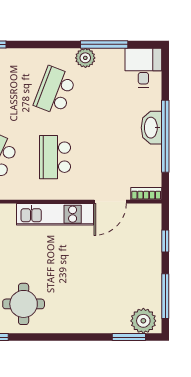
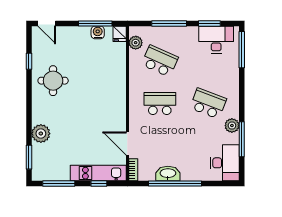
desk: (143, 68) -> (225, 163), width x1.37
washbasin: (151, 128) -> (168, 174), moved
kitchen unit: (55, 214) -> (98, 173), moved, turned 90
plant: (143, 321) -> (41, 134), moved

